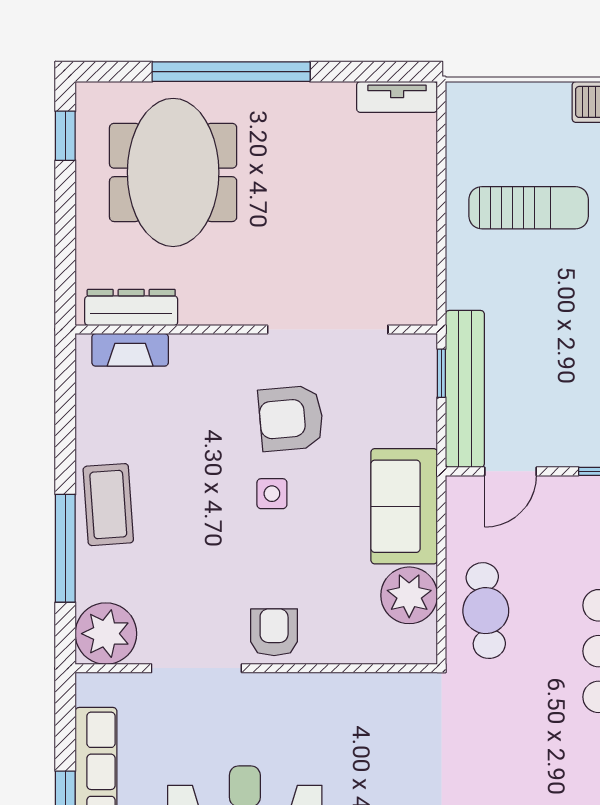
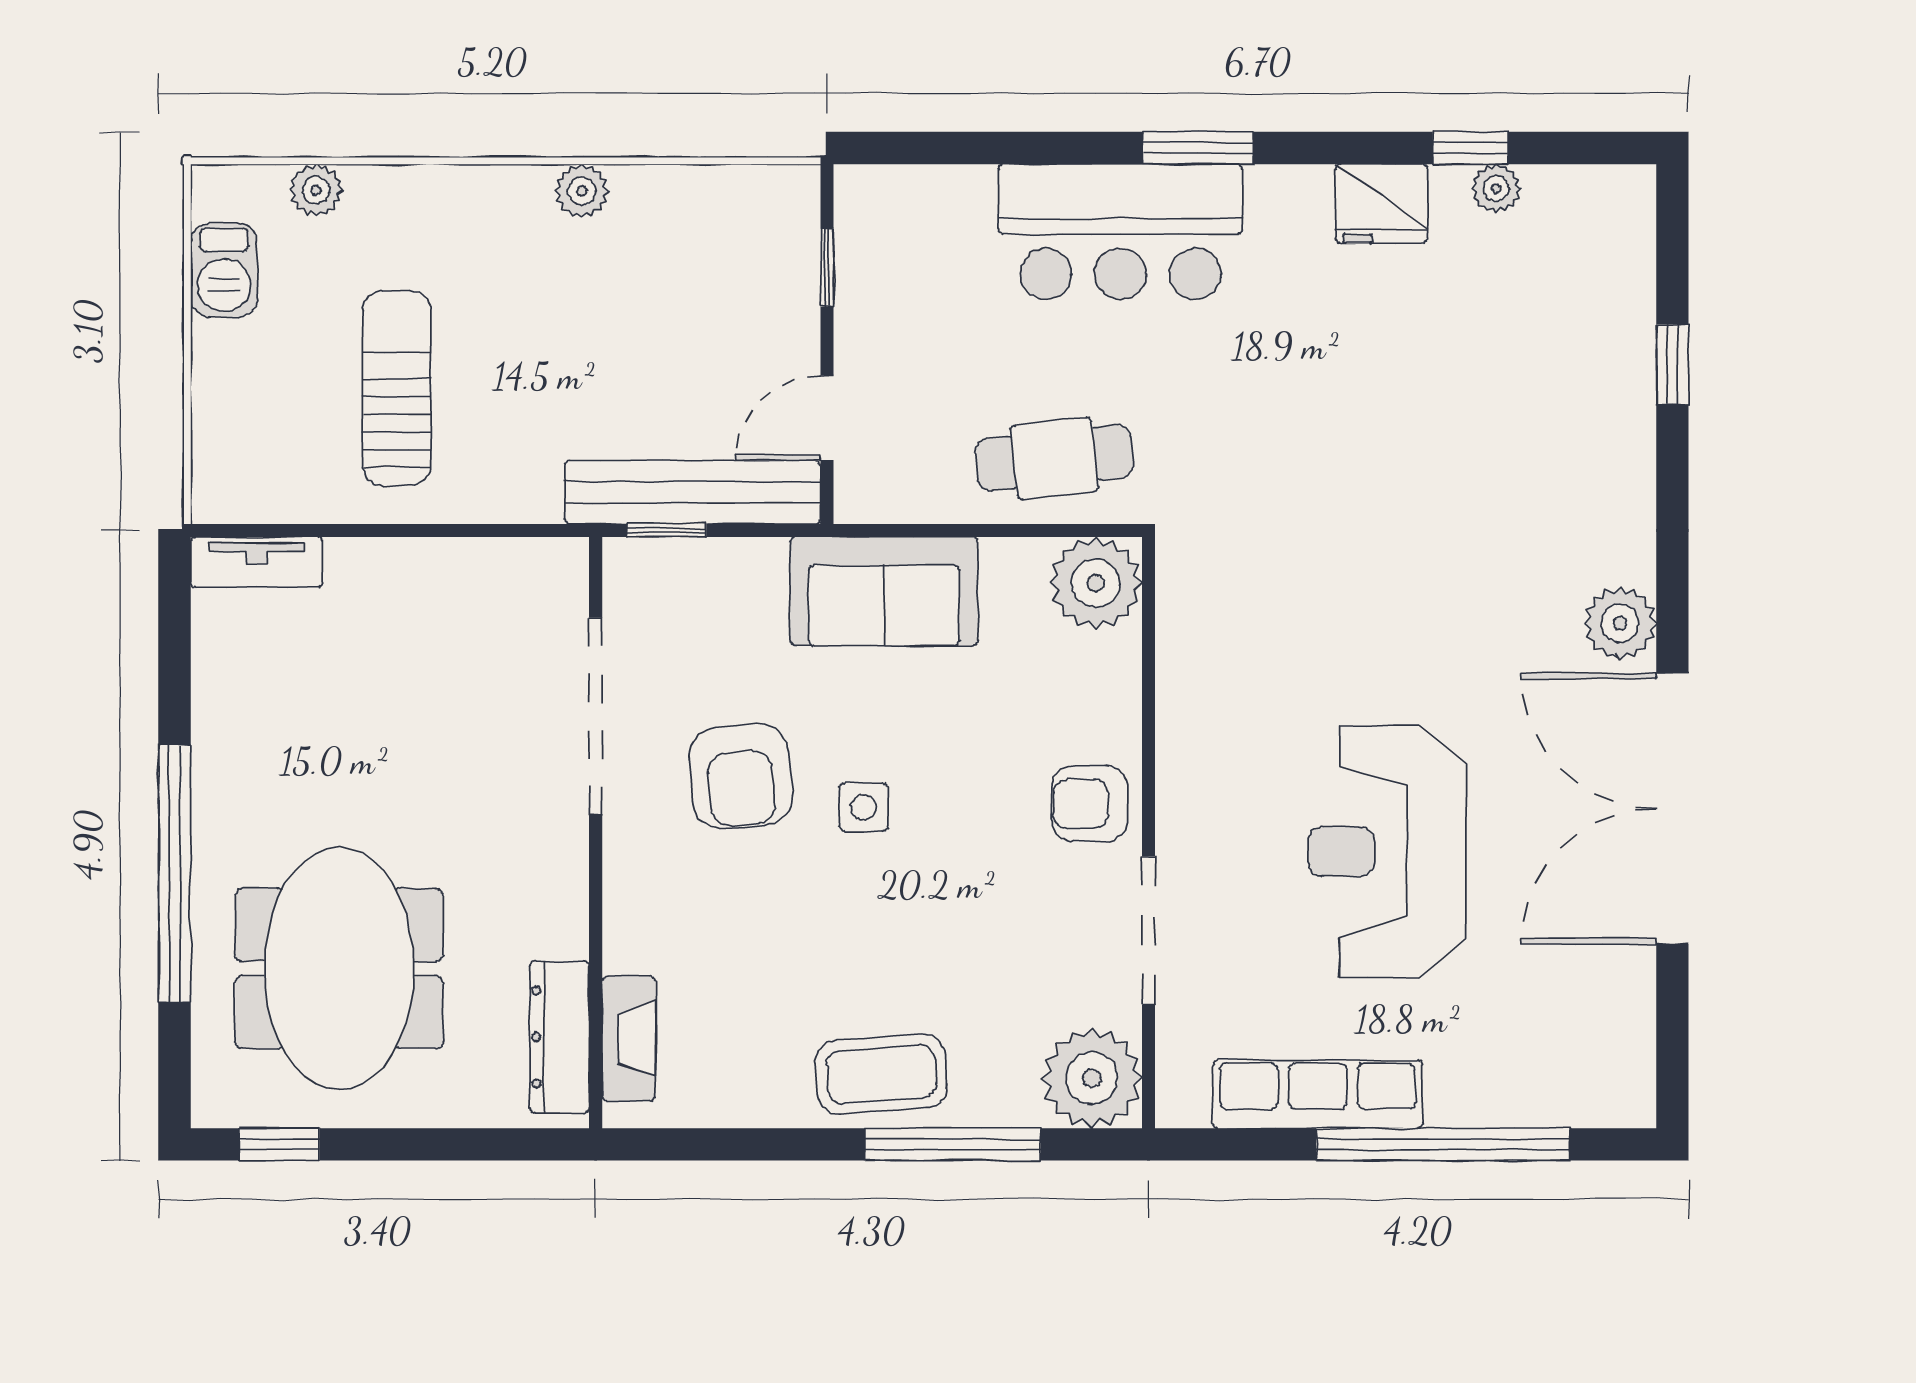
tv unit: (397, 97) -> (257, 562), moved, turned 90
meeting table: (173, 172) -> (339, 969), turned 90
door: (510, 471) -> (827, 418), swing flipped
plant: (409, 595) -> (1096, 583), moved

